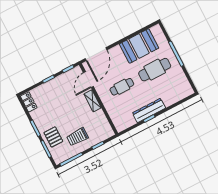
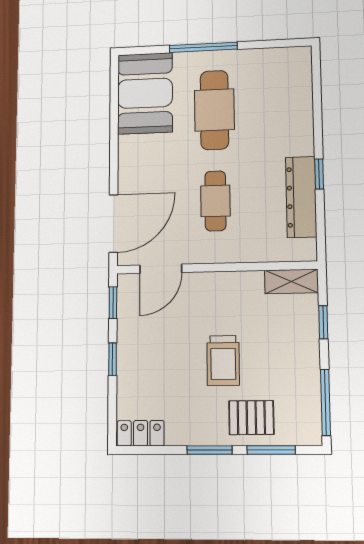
booth: (139, 46) -> (145, 93), moved
door: (96, 54) -> (113, 223), hinge flipped
door: (88, 80) -> (161, 269), hinge flipped
shelving: (93, 101) -> (291, 281), moved
dresser: (149, 111) -> (301, 197), moved
trolley: (77, 137) -> (223, 360), moved

